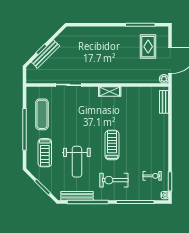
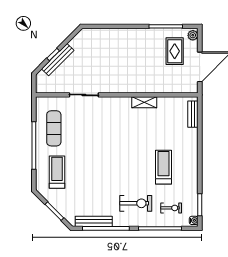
plant: (164, 79) -> (193, 35), moved
shelving: (110, 91) -> (144, 102), moved
treadmill: (112, 145) -> (163, 167), moved
treadmill: (45, 153) -> (57, 172), turned 180
weight bench: (77, 162) -> (94, 182), removed
exercise bike: (152, 176) -> (171, 208), moved
exercise bike: (114, 180) -> (136, 203), turned 180

